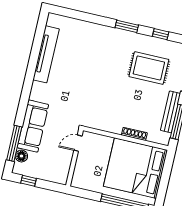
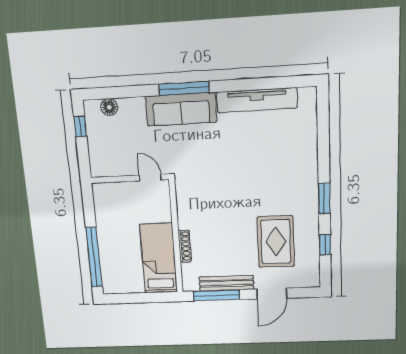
sofa: (33, 126) -> (181, 109), moved
window: (14, 143) -> (184, 88), moved
bed: (135, 168) -> (159, 258), width x0.49

